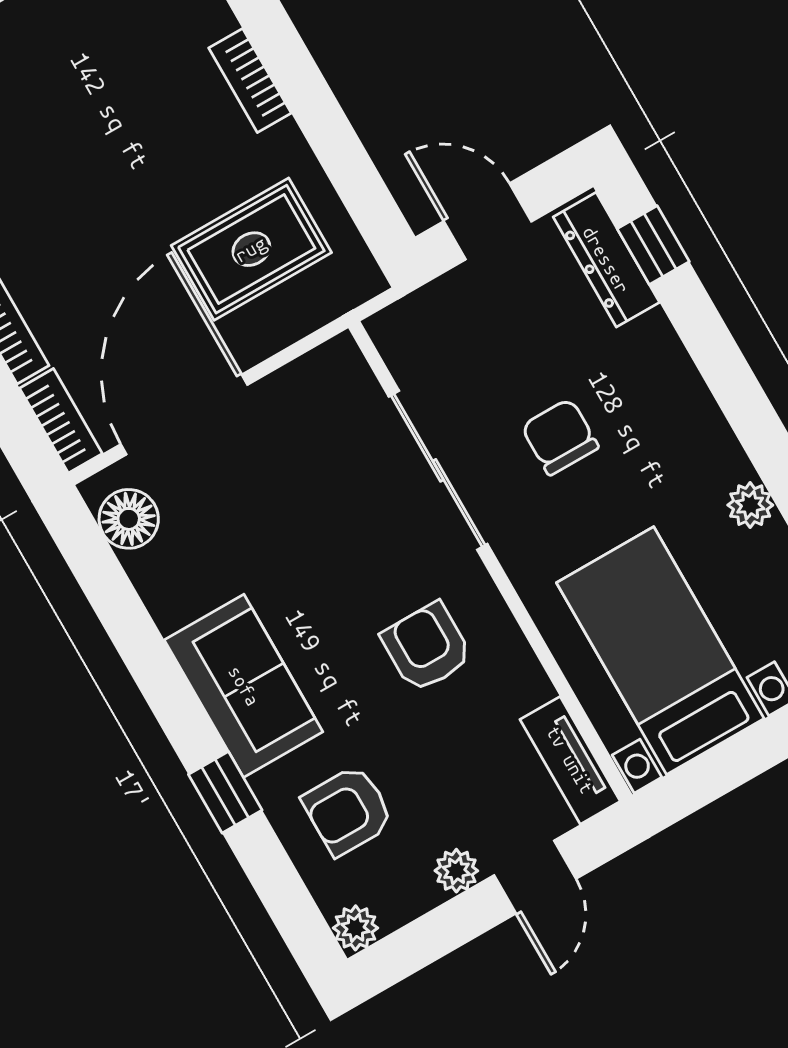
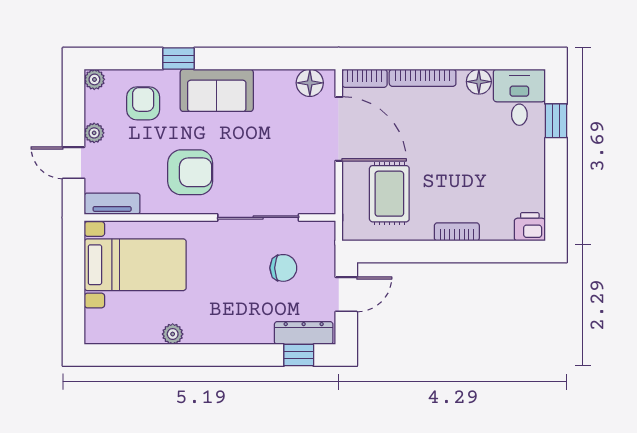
chair: (560, 437) -> (283, 268), moved
armchair: (427, 647) -> (190, 172), width x1.38, depth x1.38

